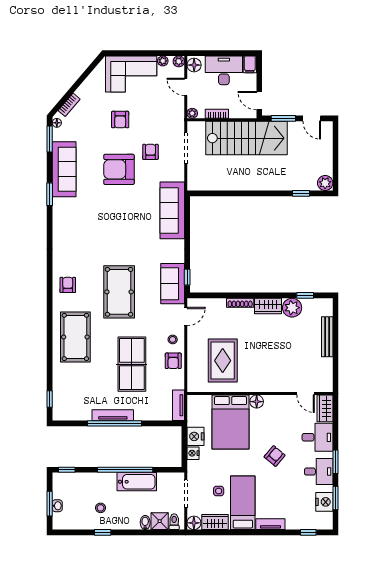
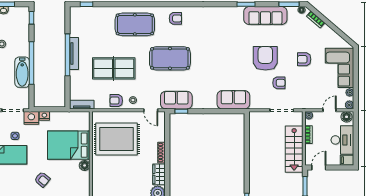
stairs: (246, 138) -> (294, 149), width x0.73, depth x0.66
sofa: (172, 210) -> (233, 100), width x0.73
rug: (223, 361) -> (117, 139), width x1.37, depth x1.44
nightstand: (195, 436) -> (31, 118), moved

